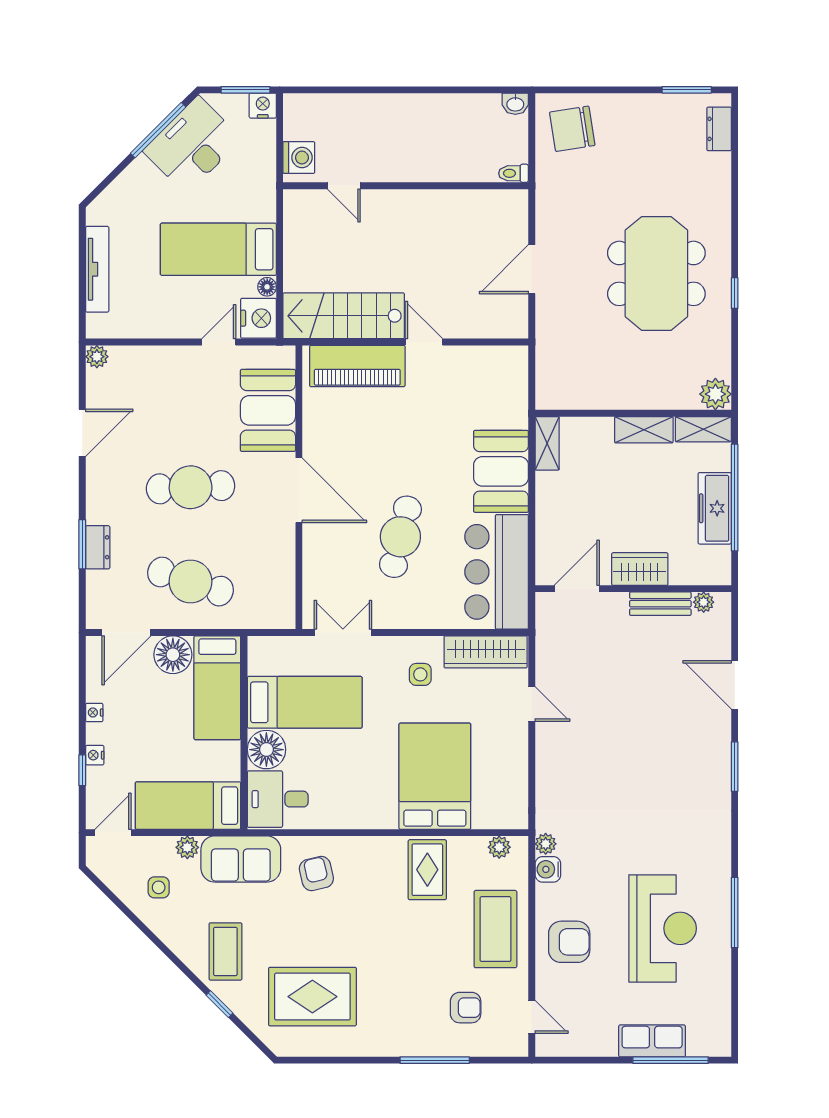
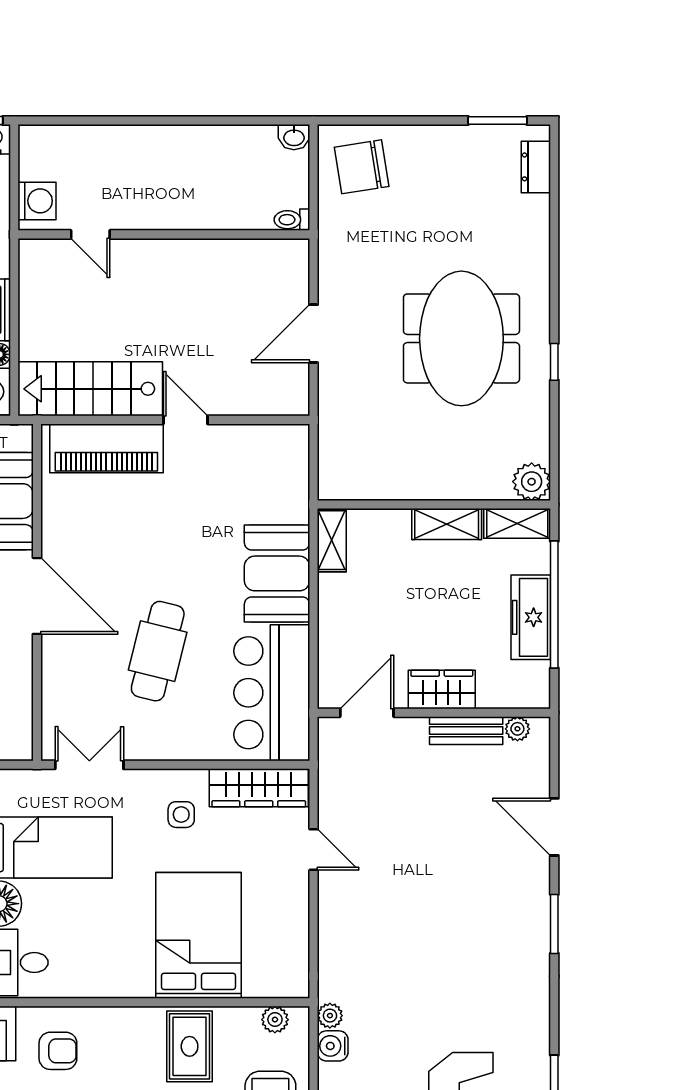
armchair: (316, 874) -> (58, 1051), turned 103

